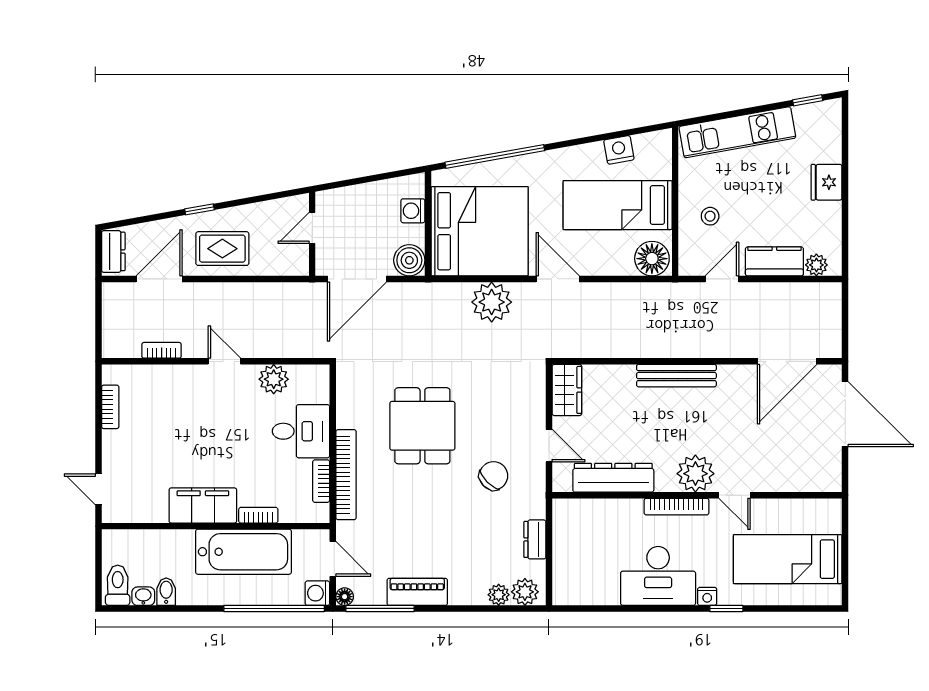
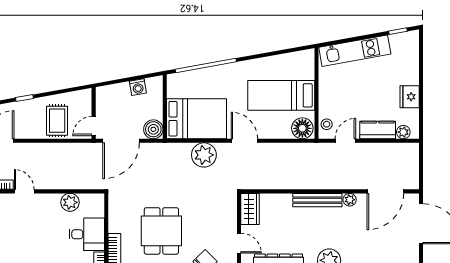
nightstand: (619, 150) -> (282, 61), removed
fridge: (827, 182) -> (410, 97), moved
washing machine: (413, 211) -> (138, 87), moved, turned -100
stool: (710, 216) -> (327, 124), moved
door: (312, 228) -> (94, 126), moved
bed: (480, 231) -> (196, 119), width x0.73
rug: (222, 249) -> (57, 121), moved, turned 90
door: (224, 361) -> (24, 191), moved
plant: (729, 375) -> (350, 200), added

